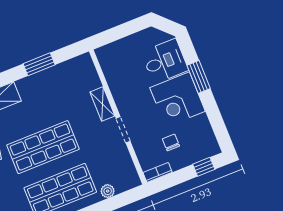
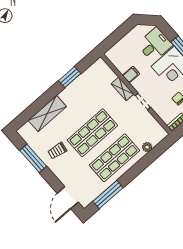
filing cabinet: (120, 89) -> (131, 75), added

